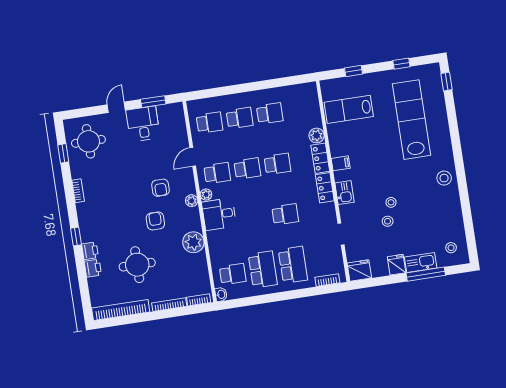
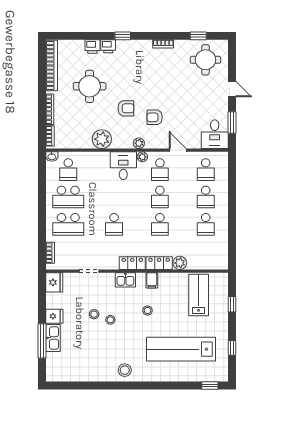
lab bench: (411, 120) -> (181, 349), turned 180
desk: (143, 124) -> (215, 134), moved, turned 90
stool: (451, 248) -> (148, 310), moved

